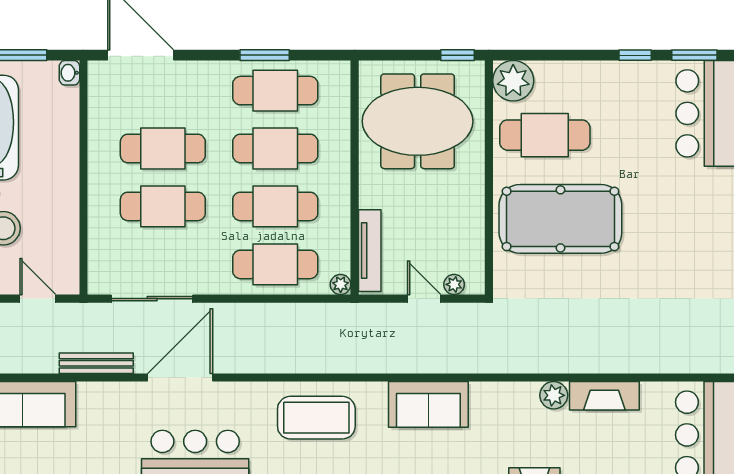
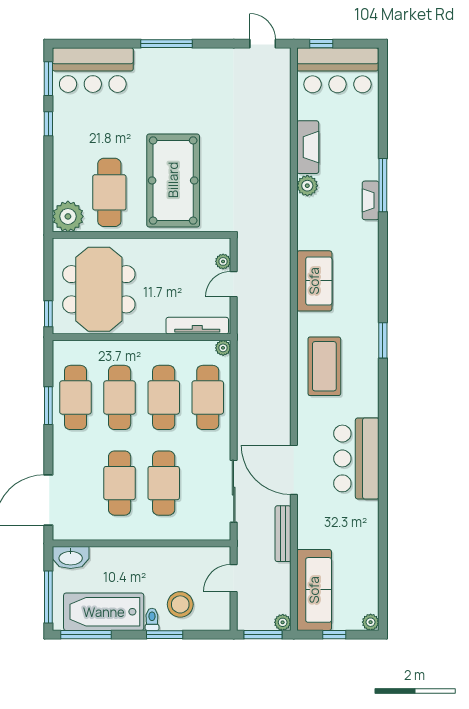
window: (457, 55) -> (48, 314), moved
washbasin: (69, 73) -> (71, 558), width x1.91, depth x1.45

